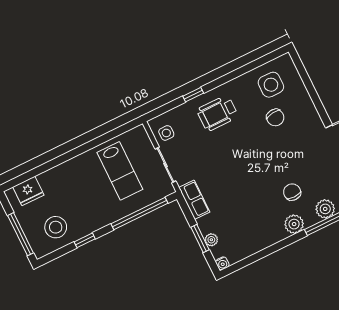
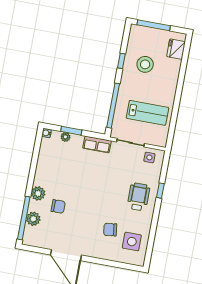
lab bench: (120, 171) -> (147, 113), turned 180
stool: (56, 227) -> (145, 64), moved

